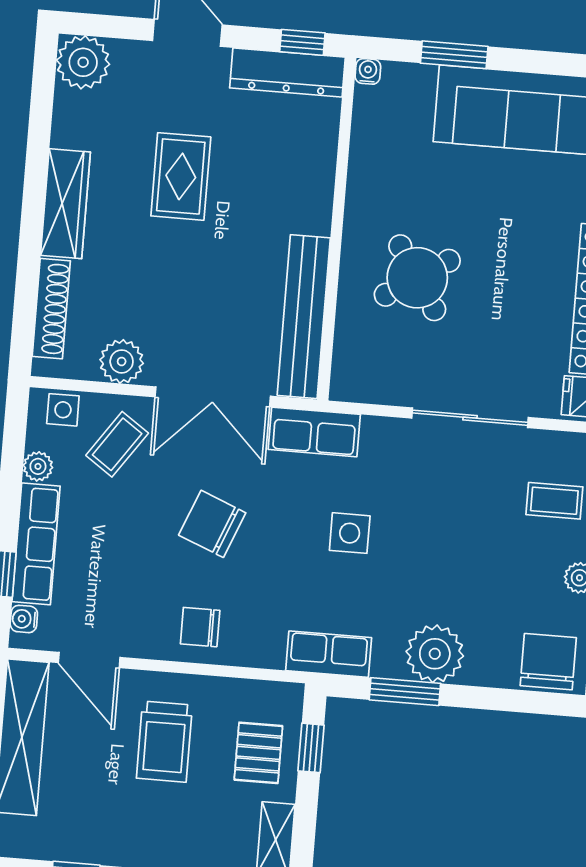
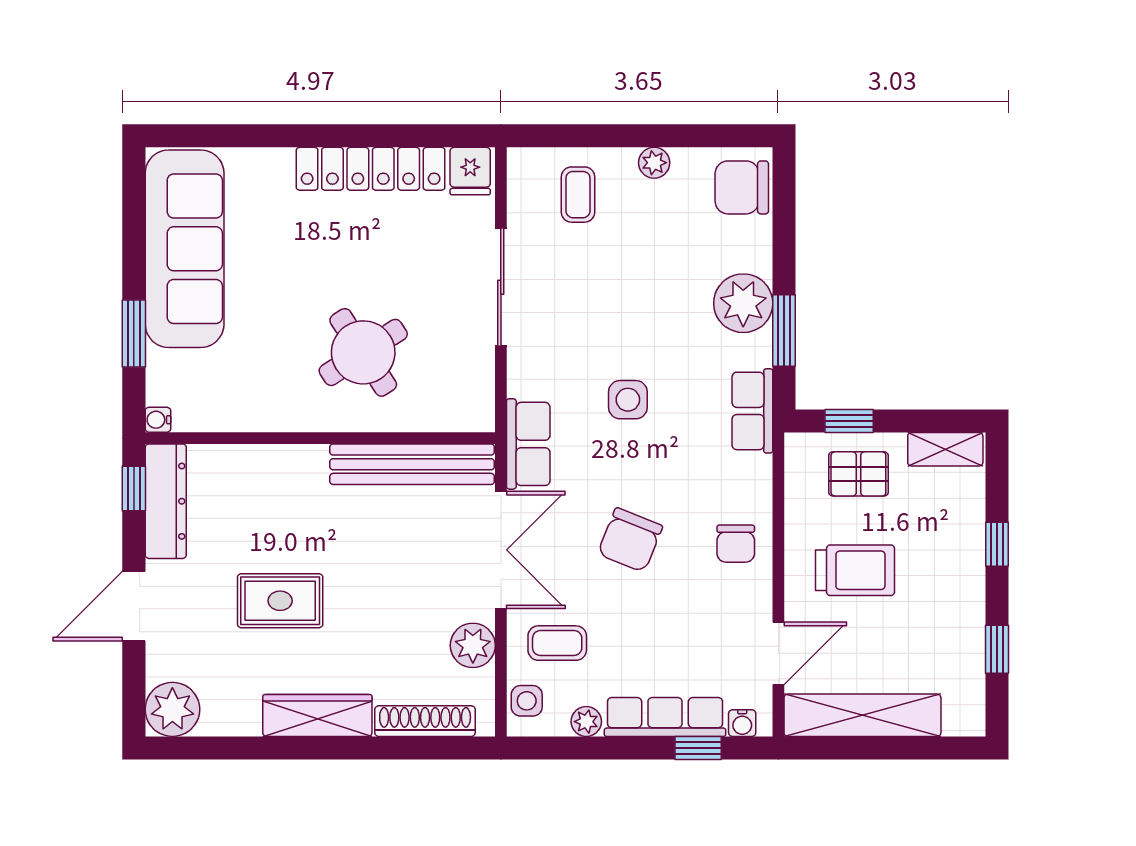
coffee table: (117, 444) -> (557, 643), turned -35

